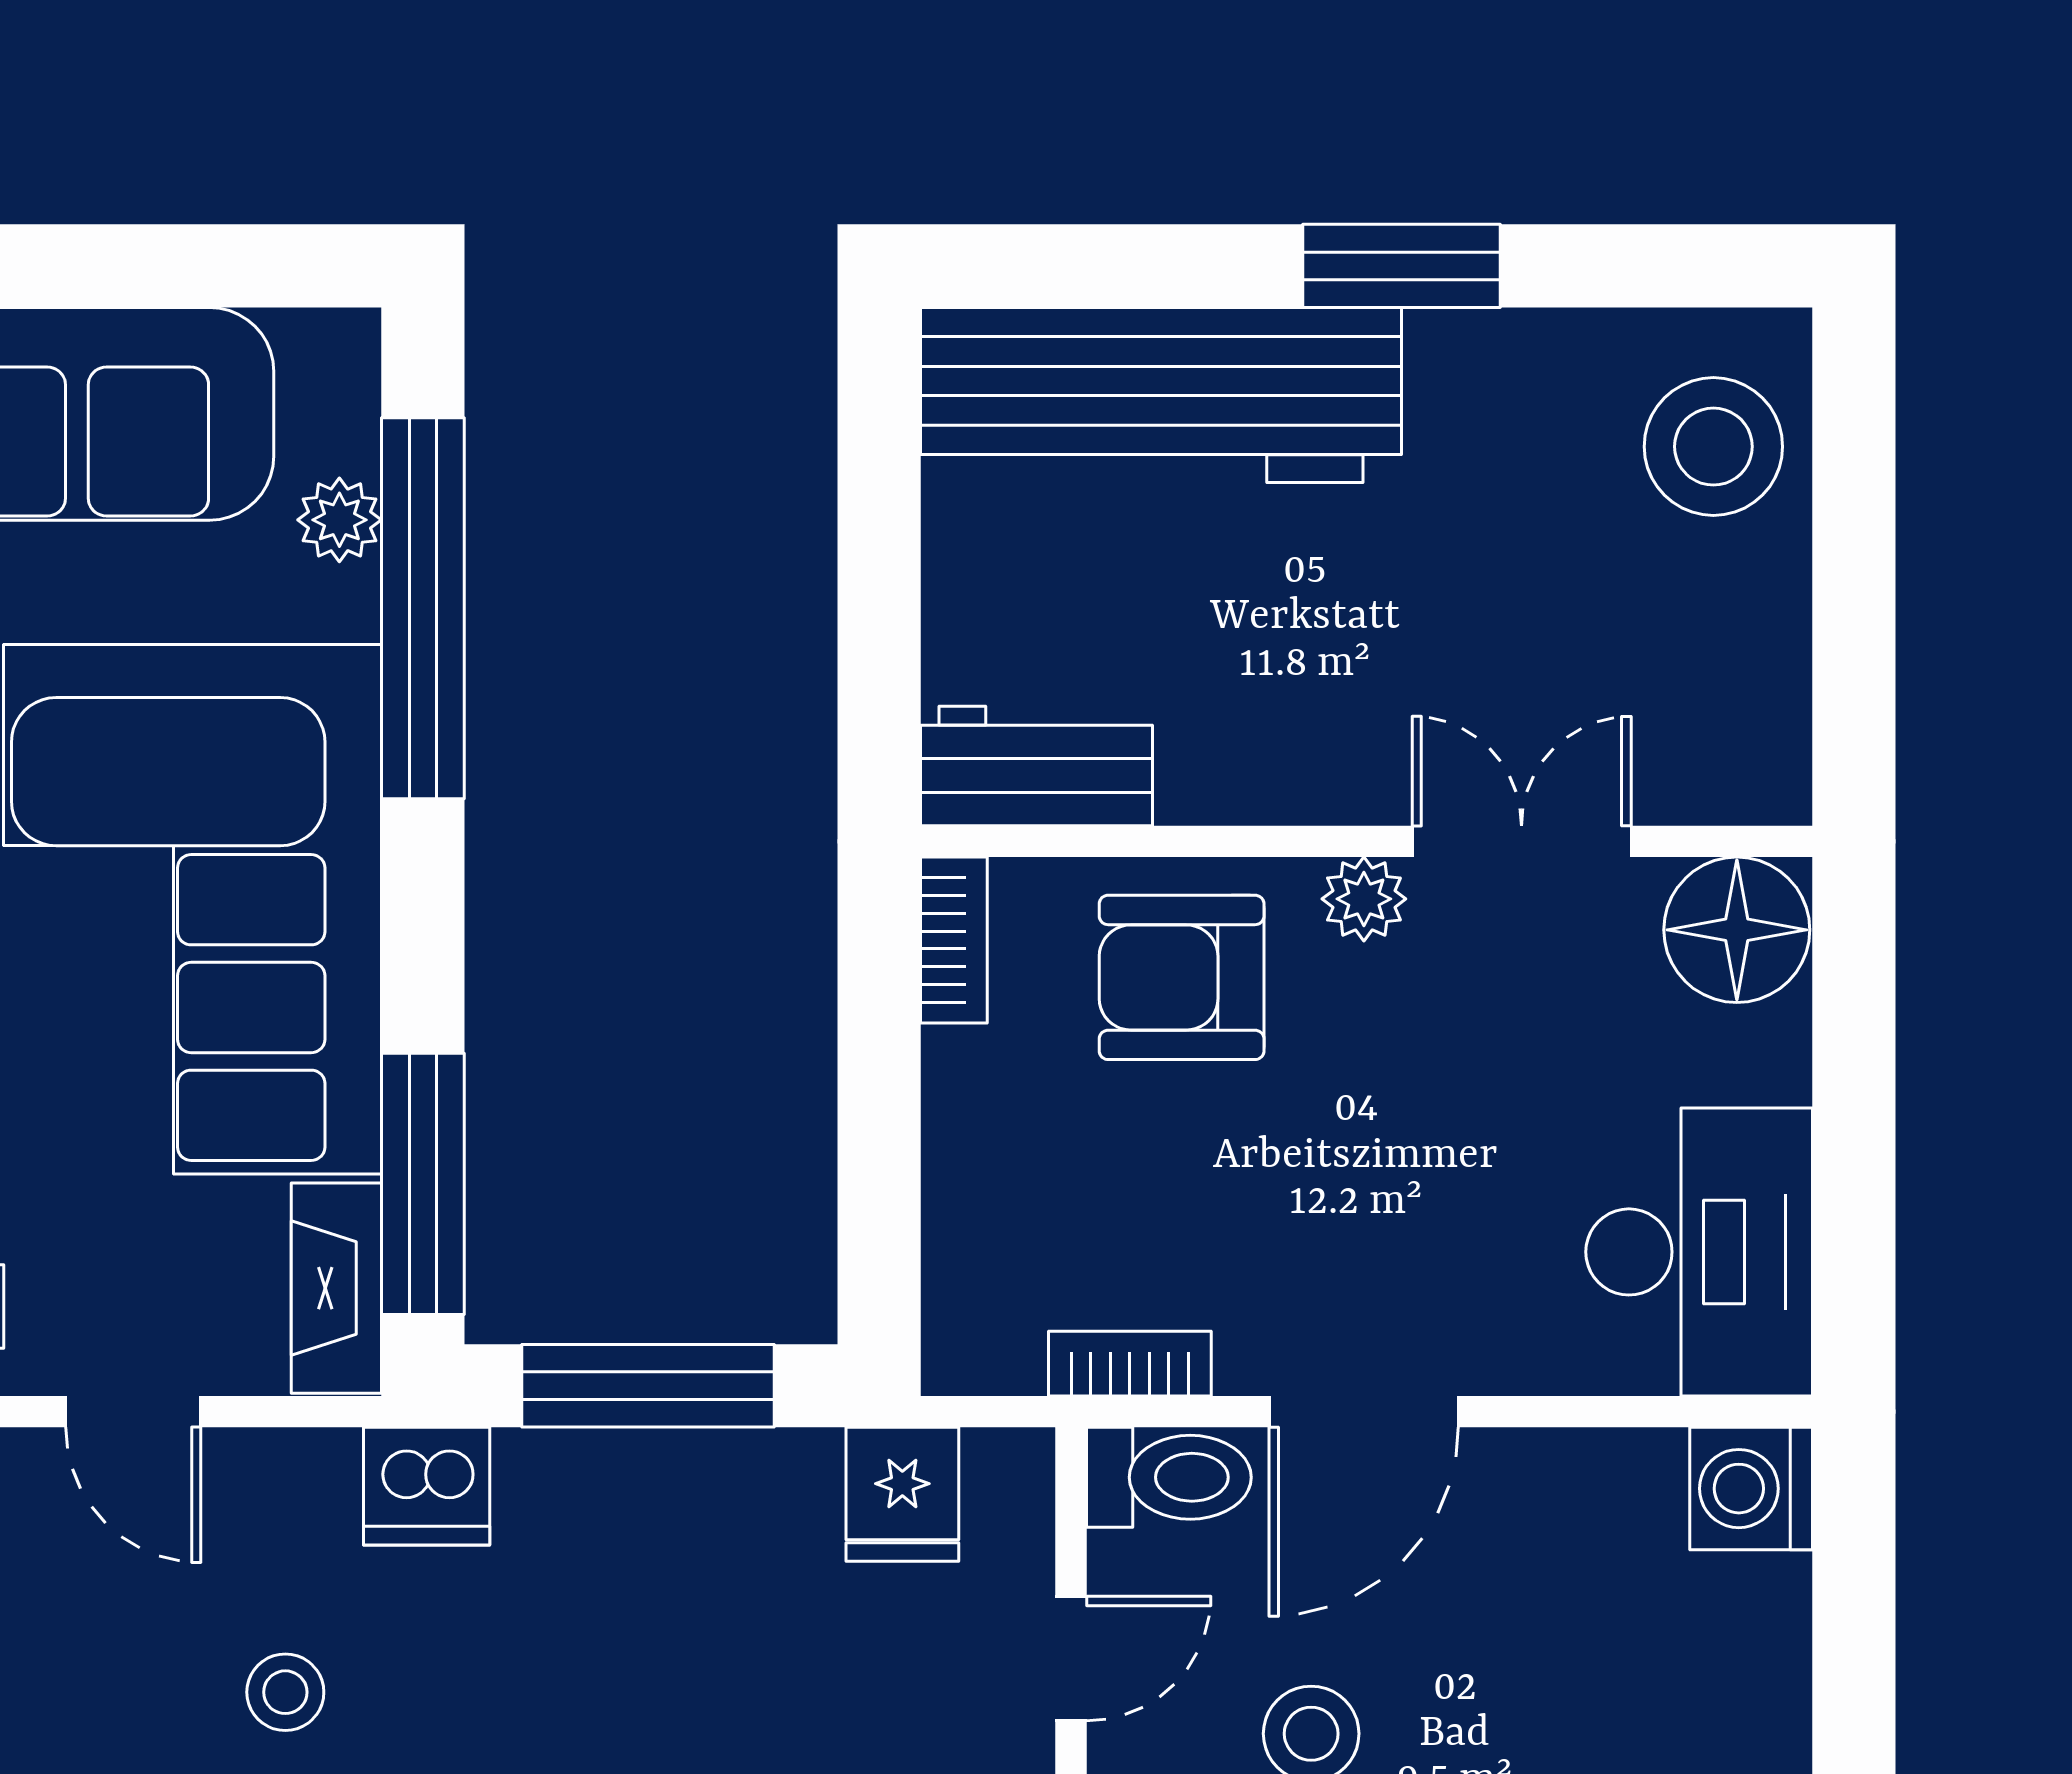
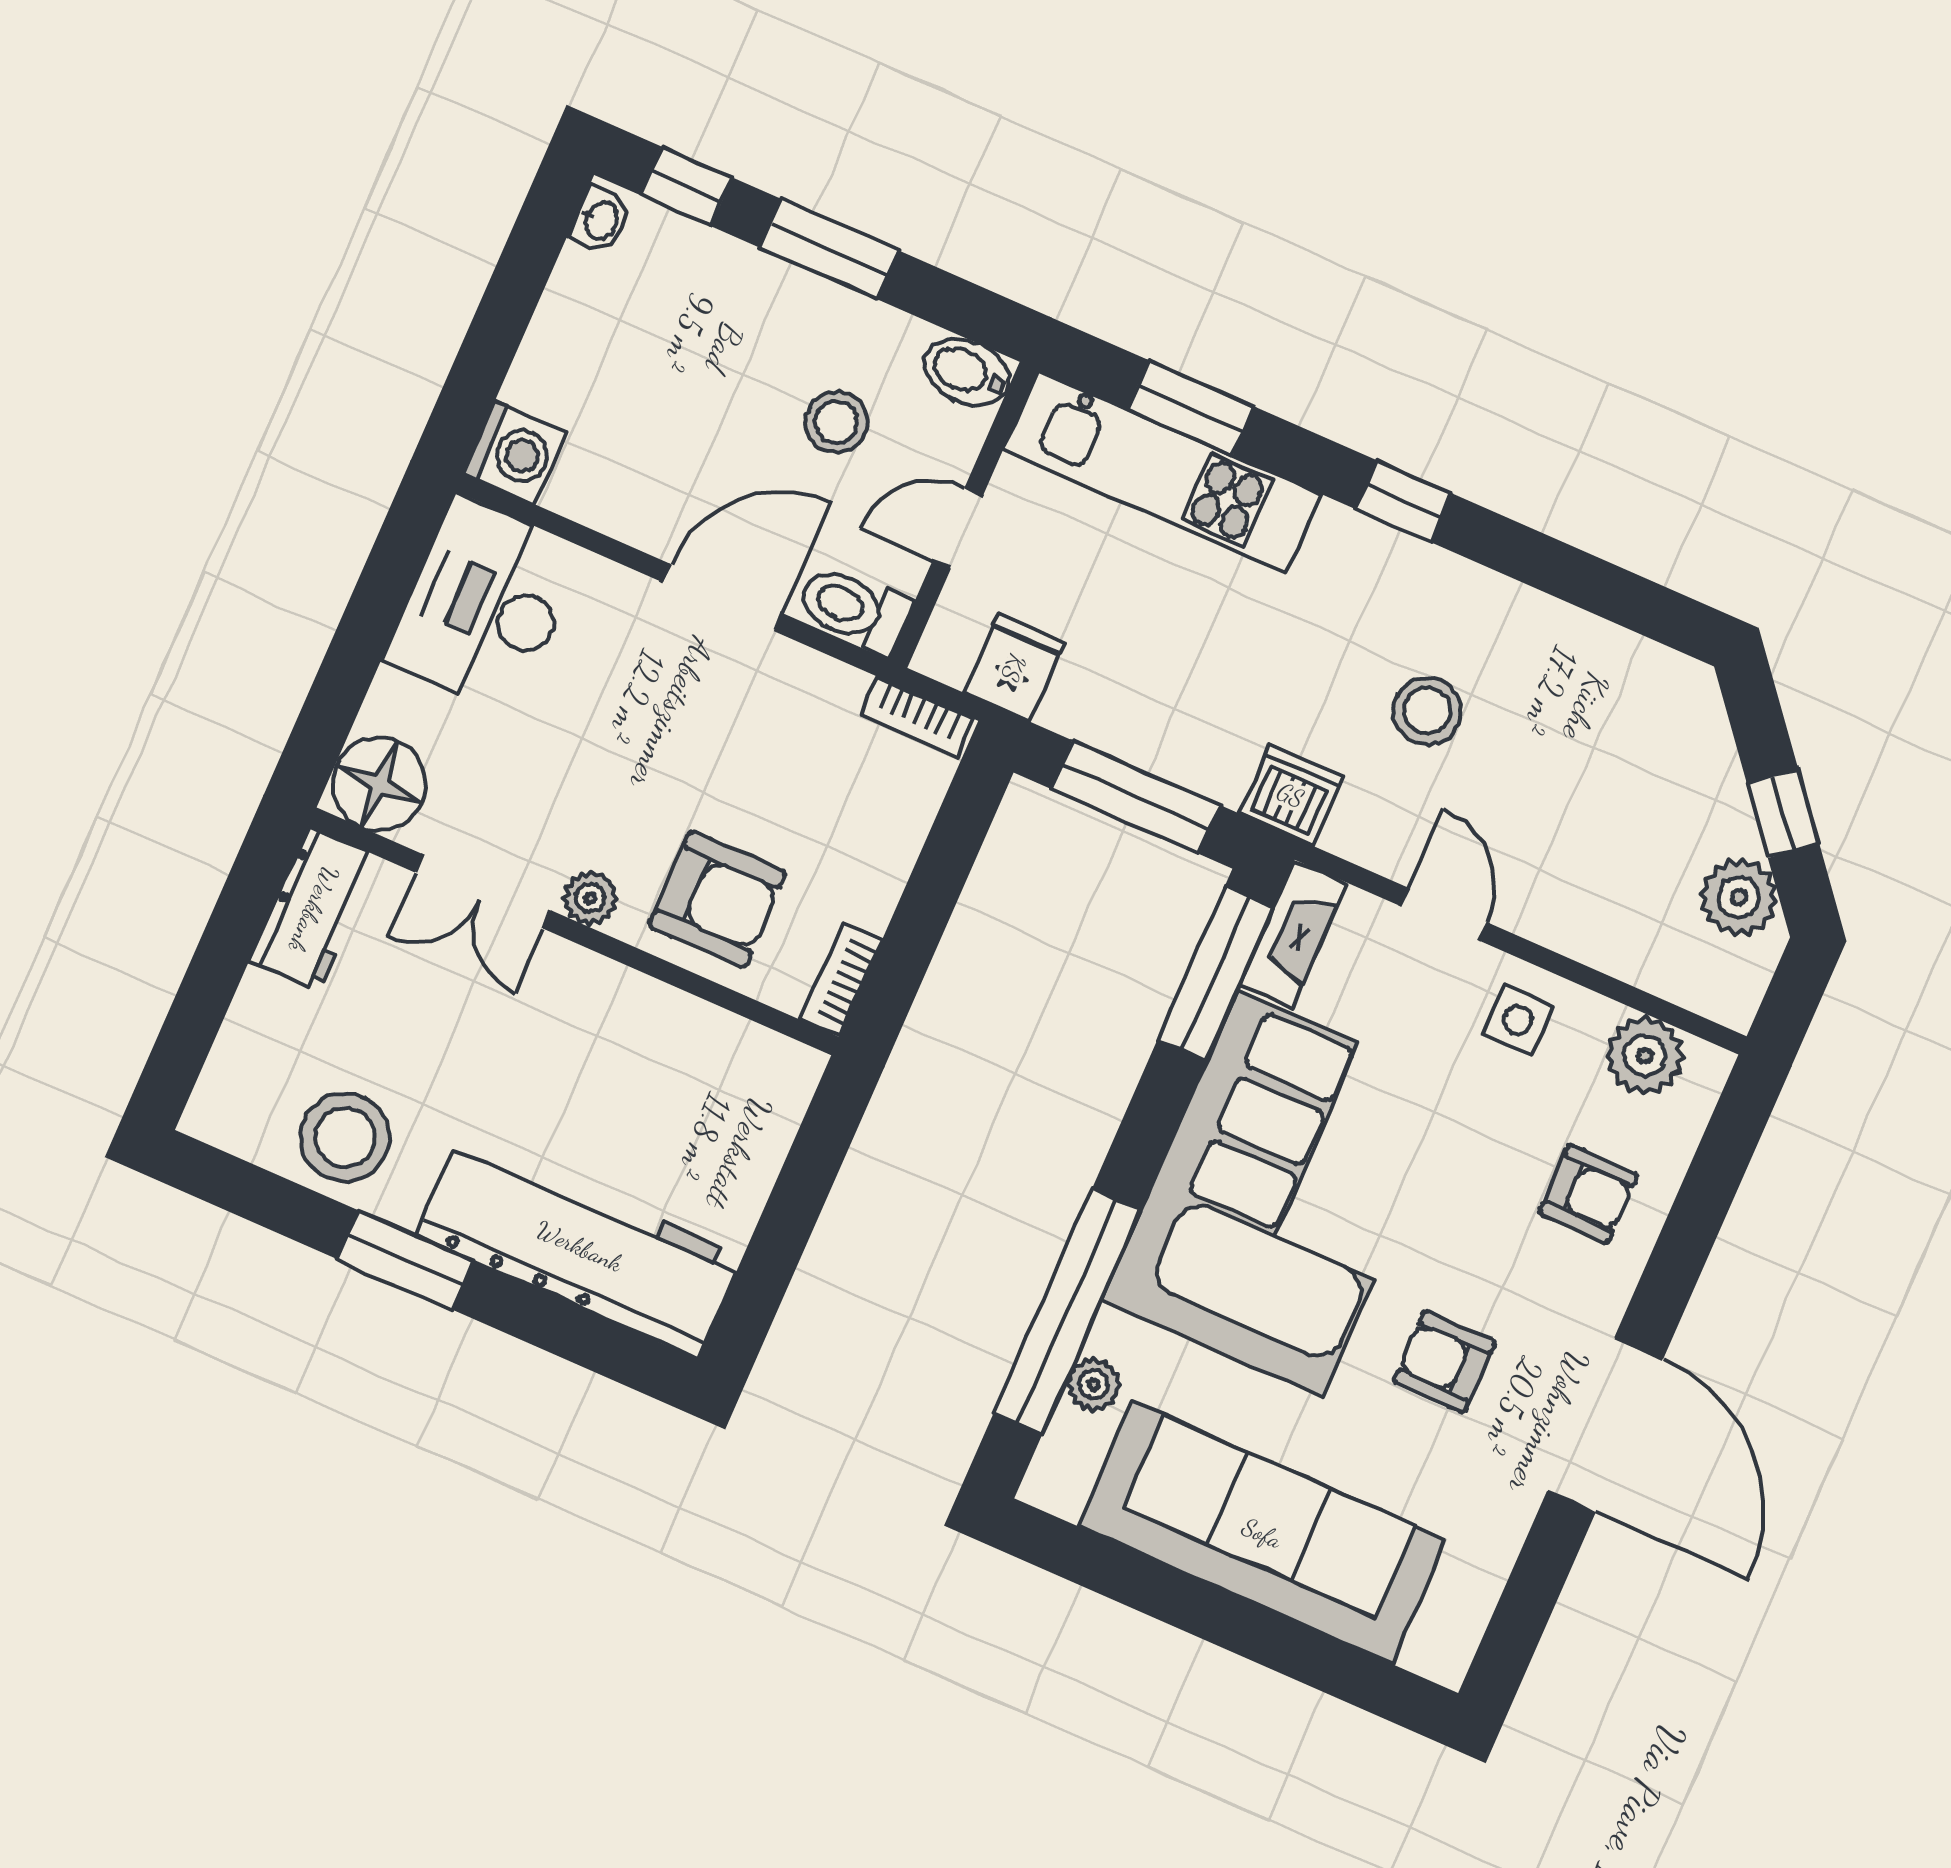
stool: (1713, 447) -> (345, 1137), moved
workbench: (1037, 766) -> (314, 909), moved, turned -90
bookcase: (1130, 1364) -> (917, 717), moved
stool: (285, 1692) -> (1427, 711), width x1.37, depth x1.37

